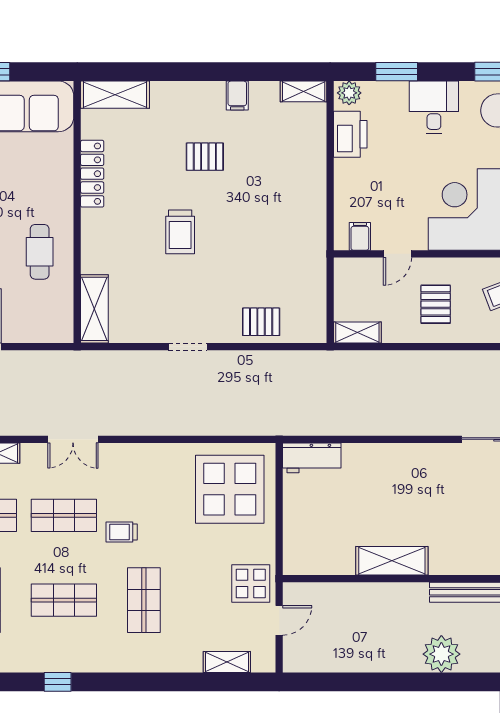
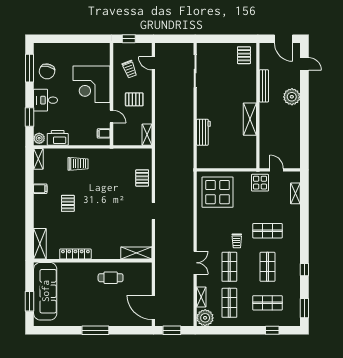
trolley: (180, 232) -> (78, 164), moved
workbench: (312, 458) -> (203, 132), moved

